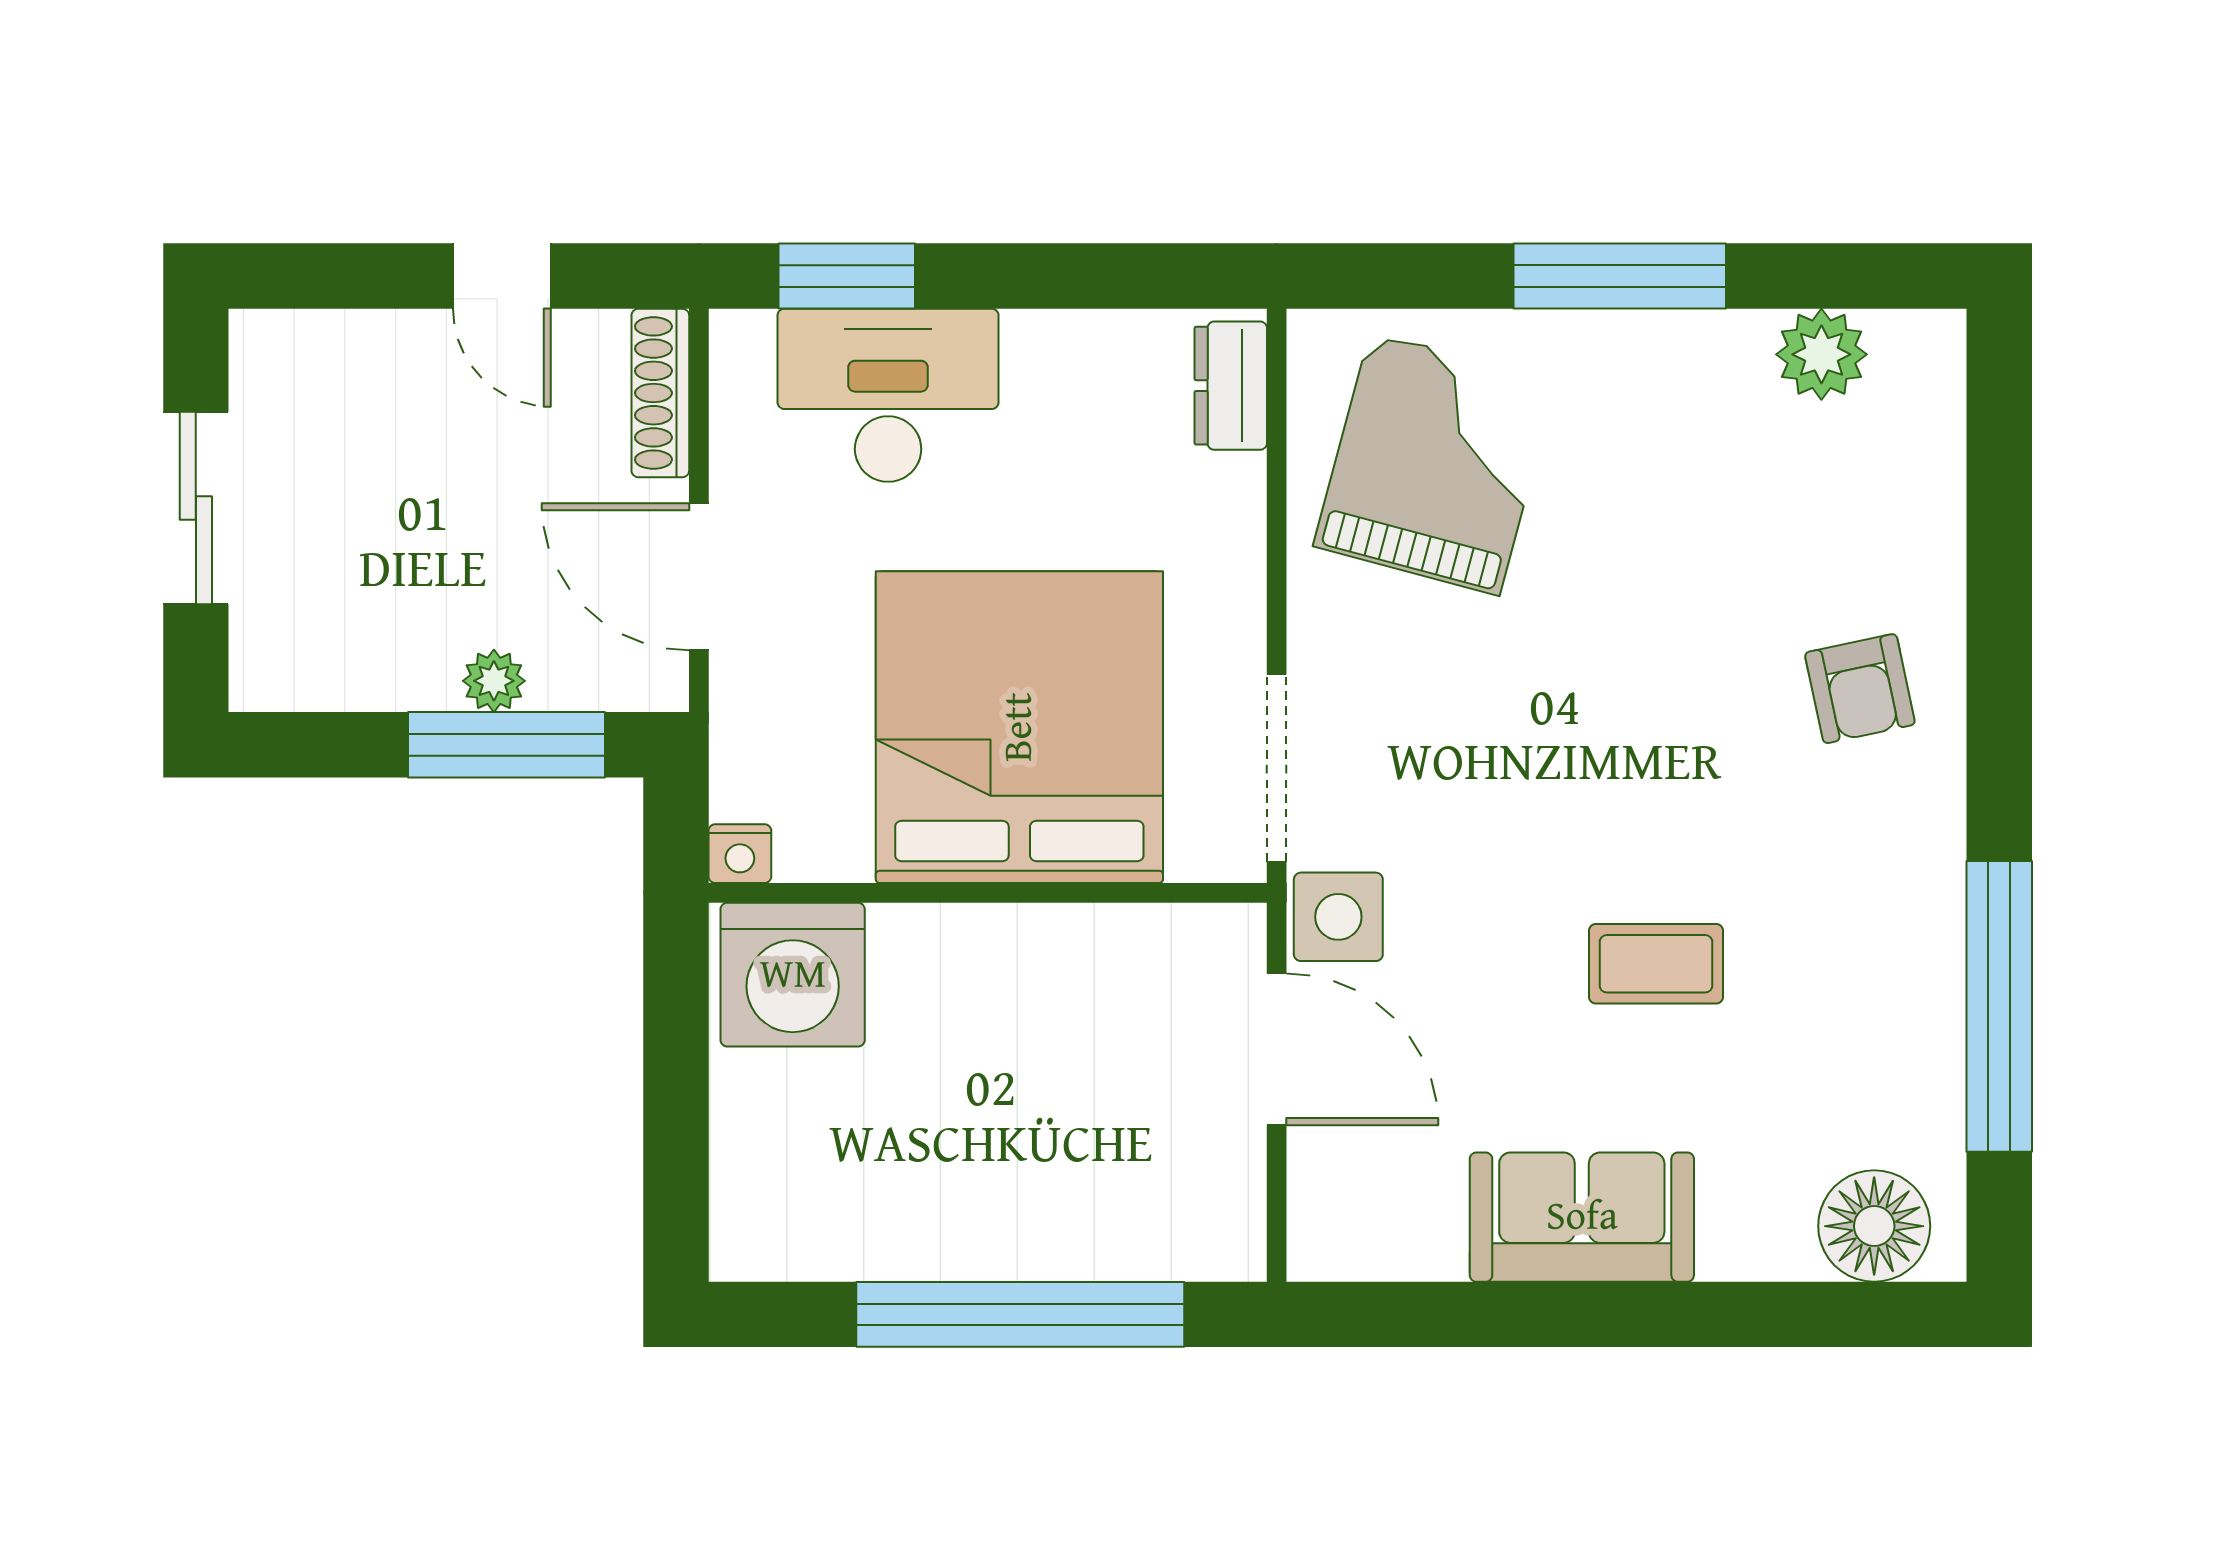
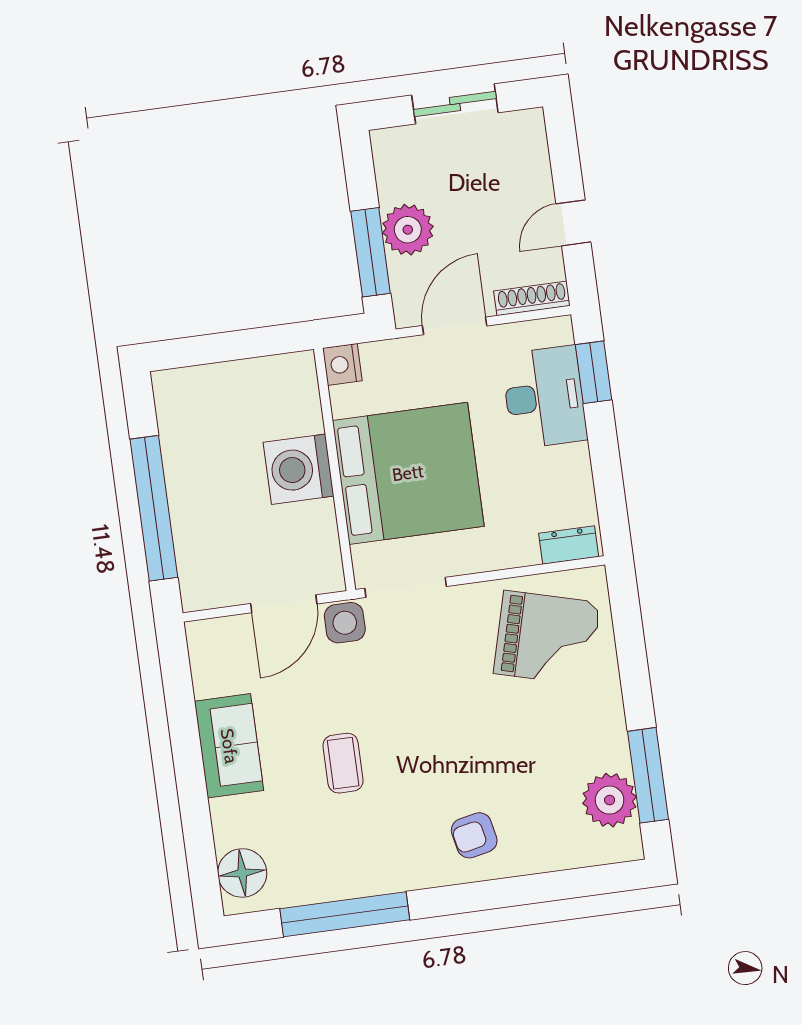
window: (1620, 276) -> (648, 775), moved
plant: (1821, 354) -> (610, 800), width x1.36, depth x1.36
plant: (494, 681) -> (408, 230), width x1.87, depth x1.87
nightstand: (740, 854) -> (342, 364), width x1.39, depth x1.35
washing machine: (793, 975) -> (299, 469), moved

